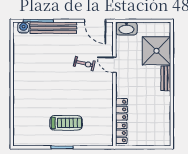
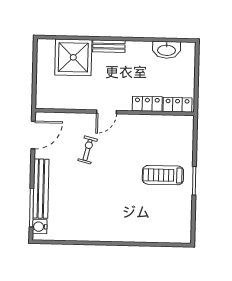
washbasin: (126, 29) -> (166, 50), moved, turned 90
door: (114, 65) -> (107, 112), moved
treadmill: (66, 123) -> (163, 175), turned -90

